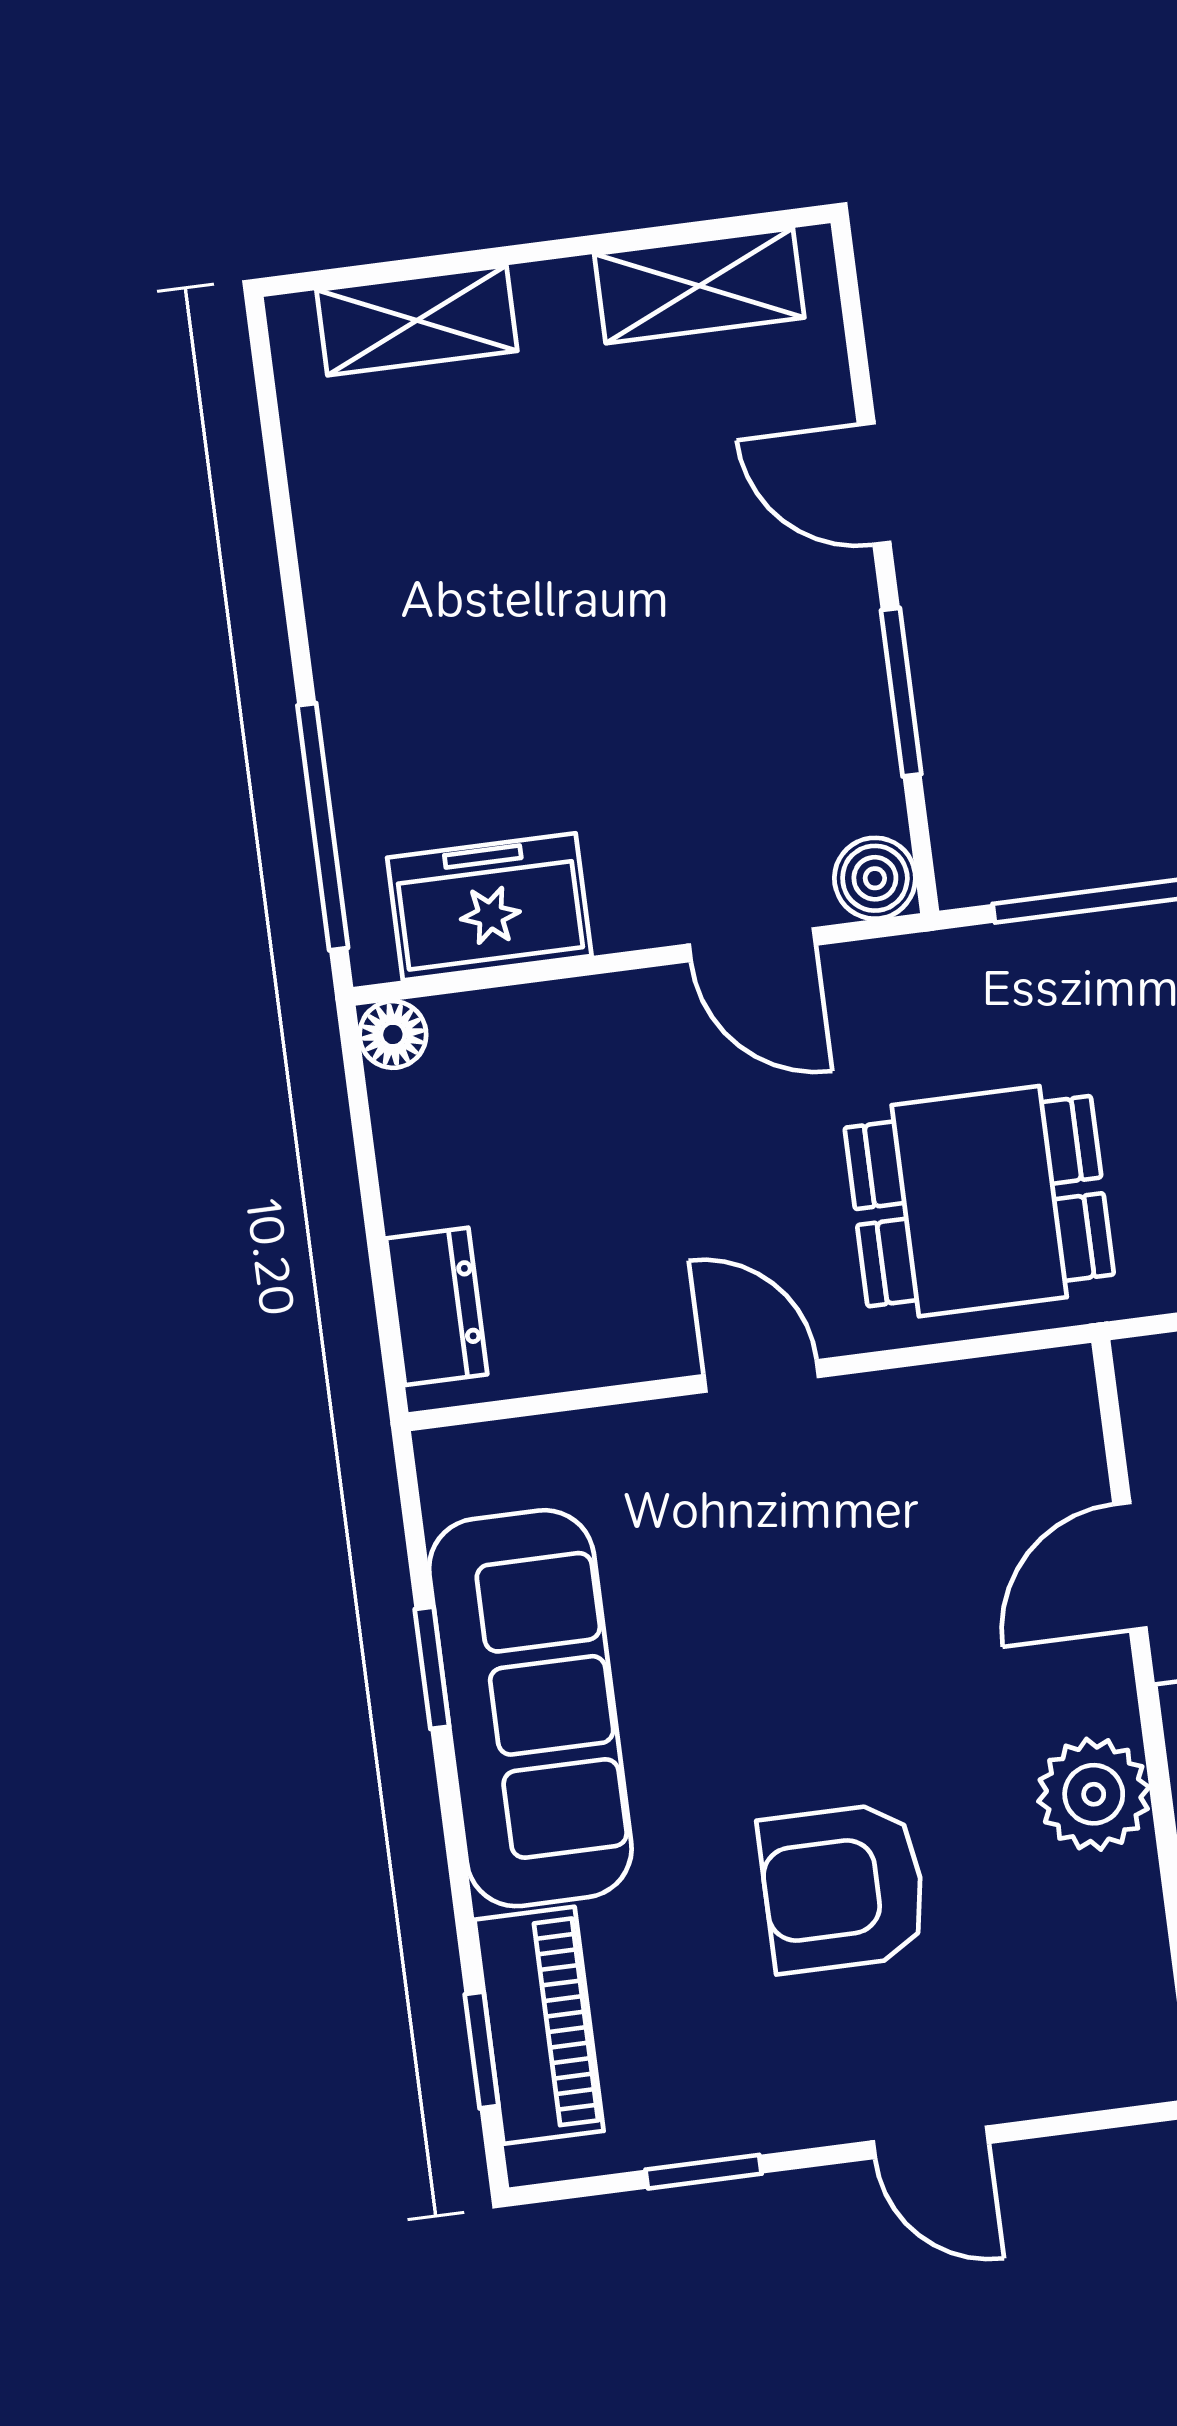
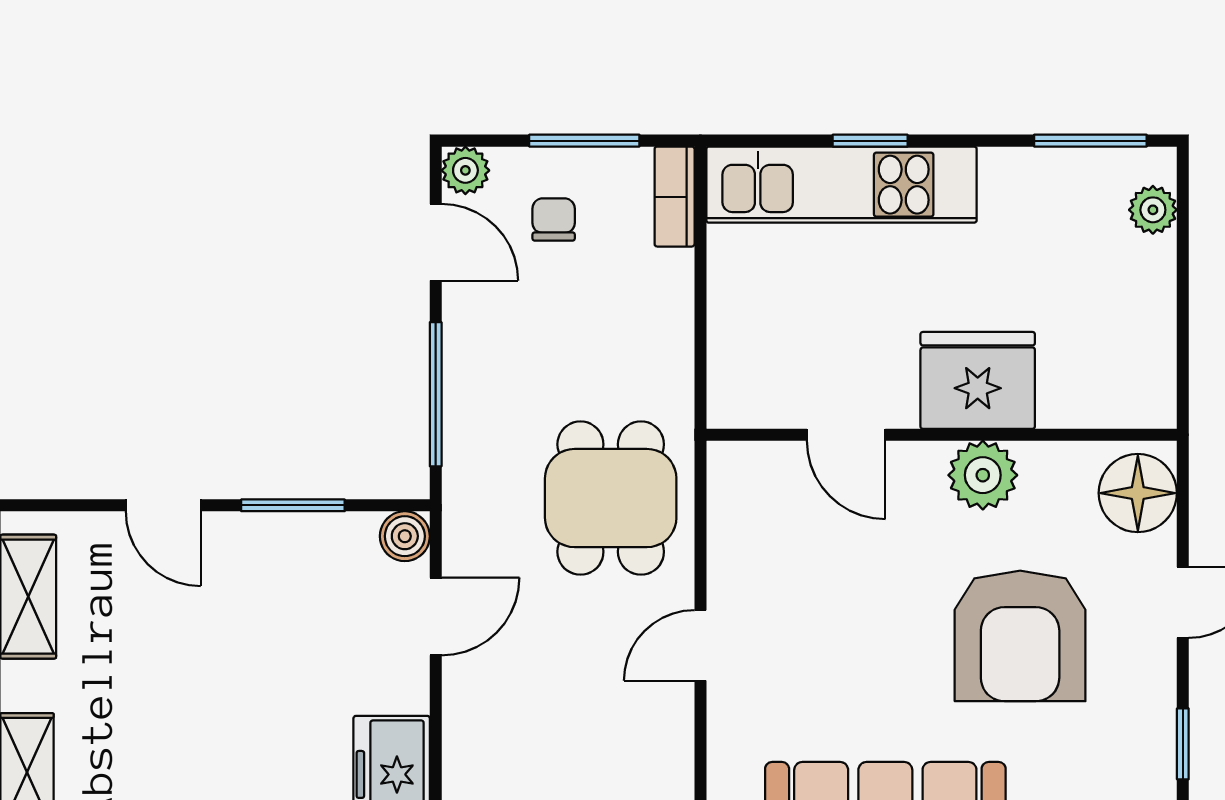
door: (874, 484) -> (163, 505), hinge flipped
armchair: (843, 1888) -> (1020, 636), width x1.36, depth x1.36
floor lamp: (1097, 2047) -> (1138, 493), added

